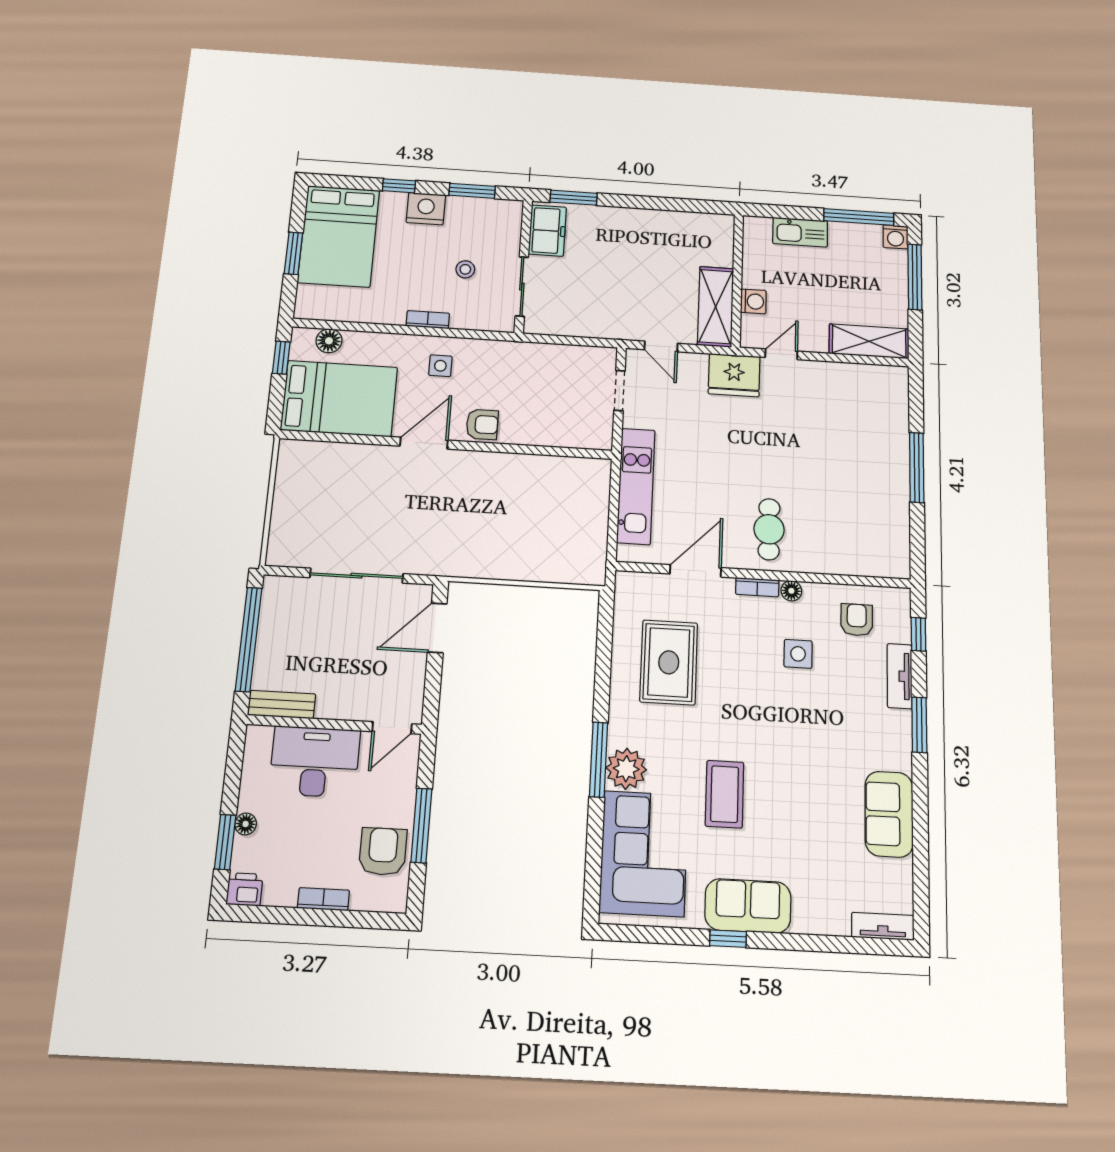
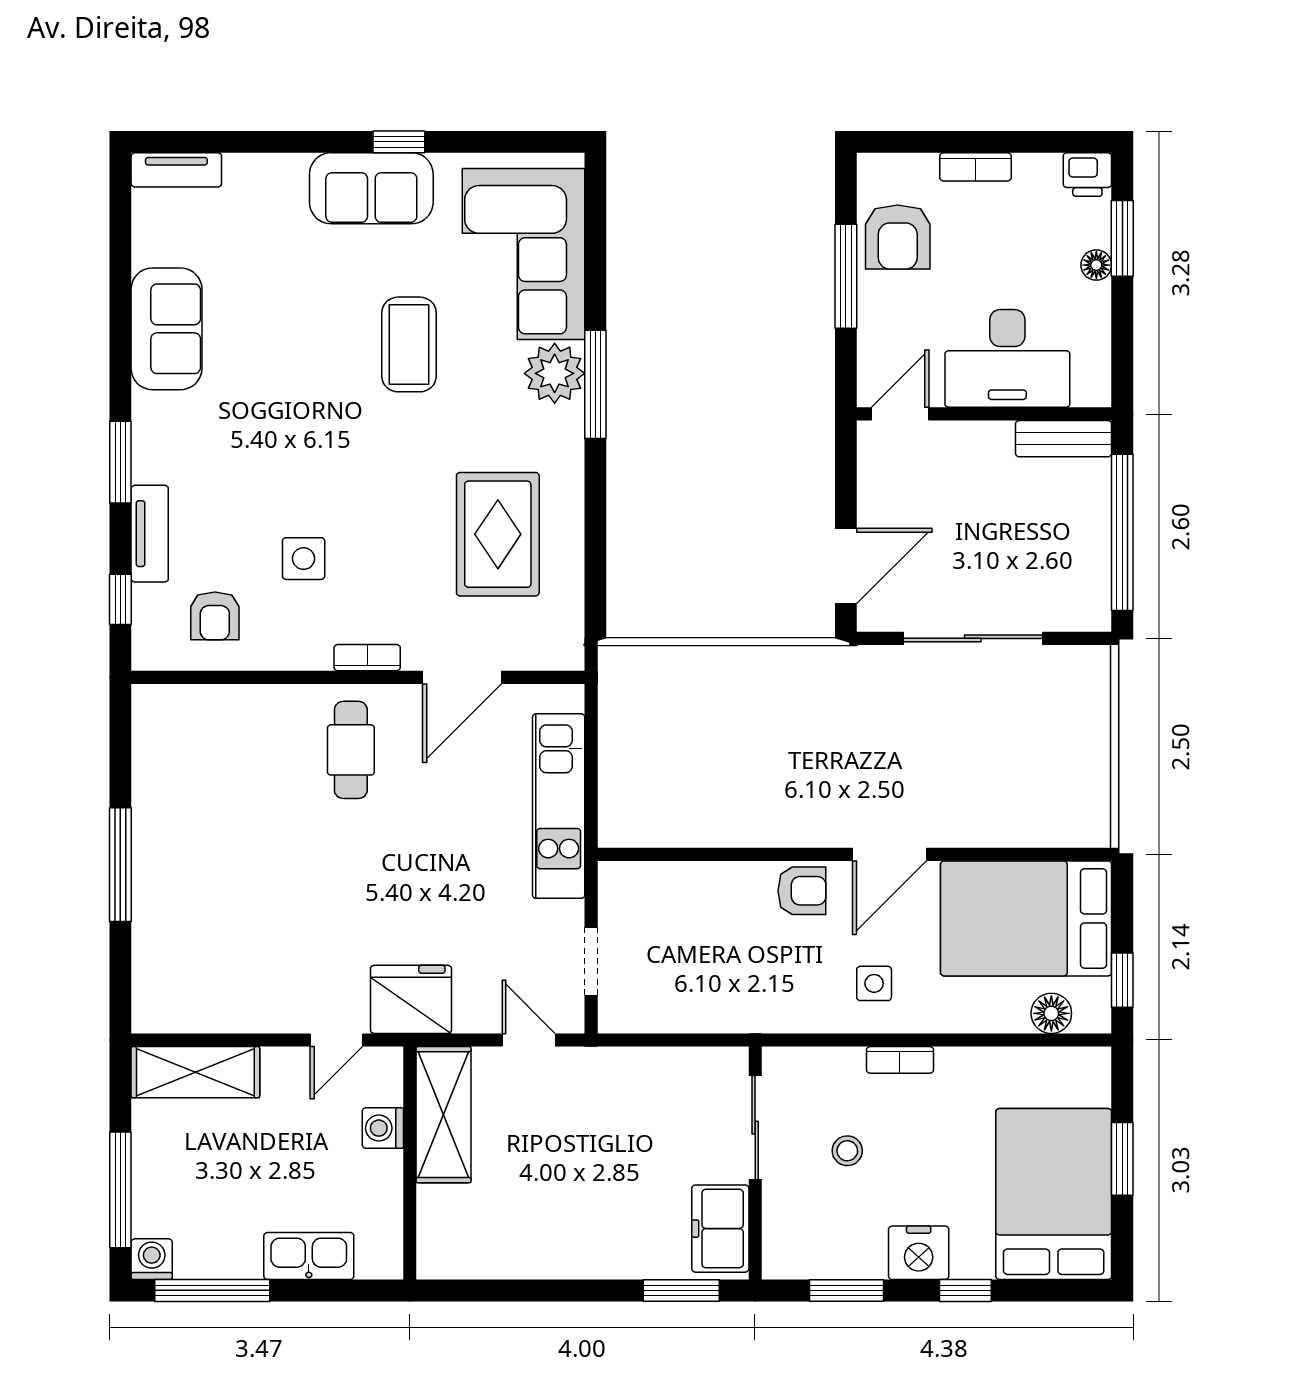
armchair: (482, 424) -> (802, 891), turned 180
floor lamp: (791, 591) -> (315, 655), removed

